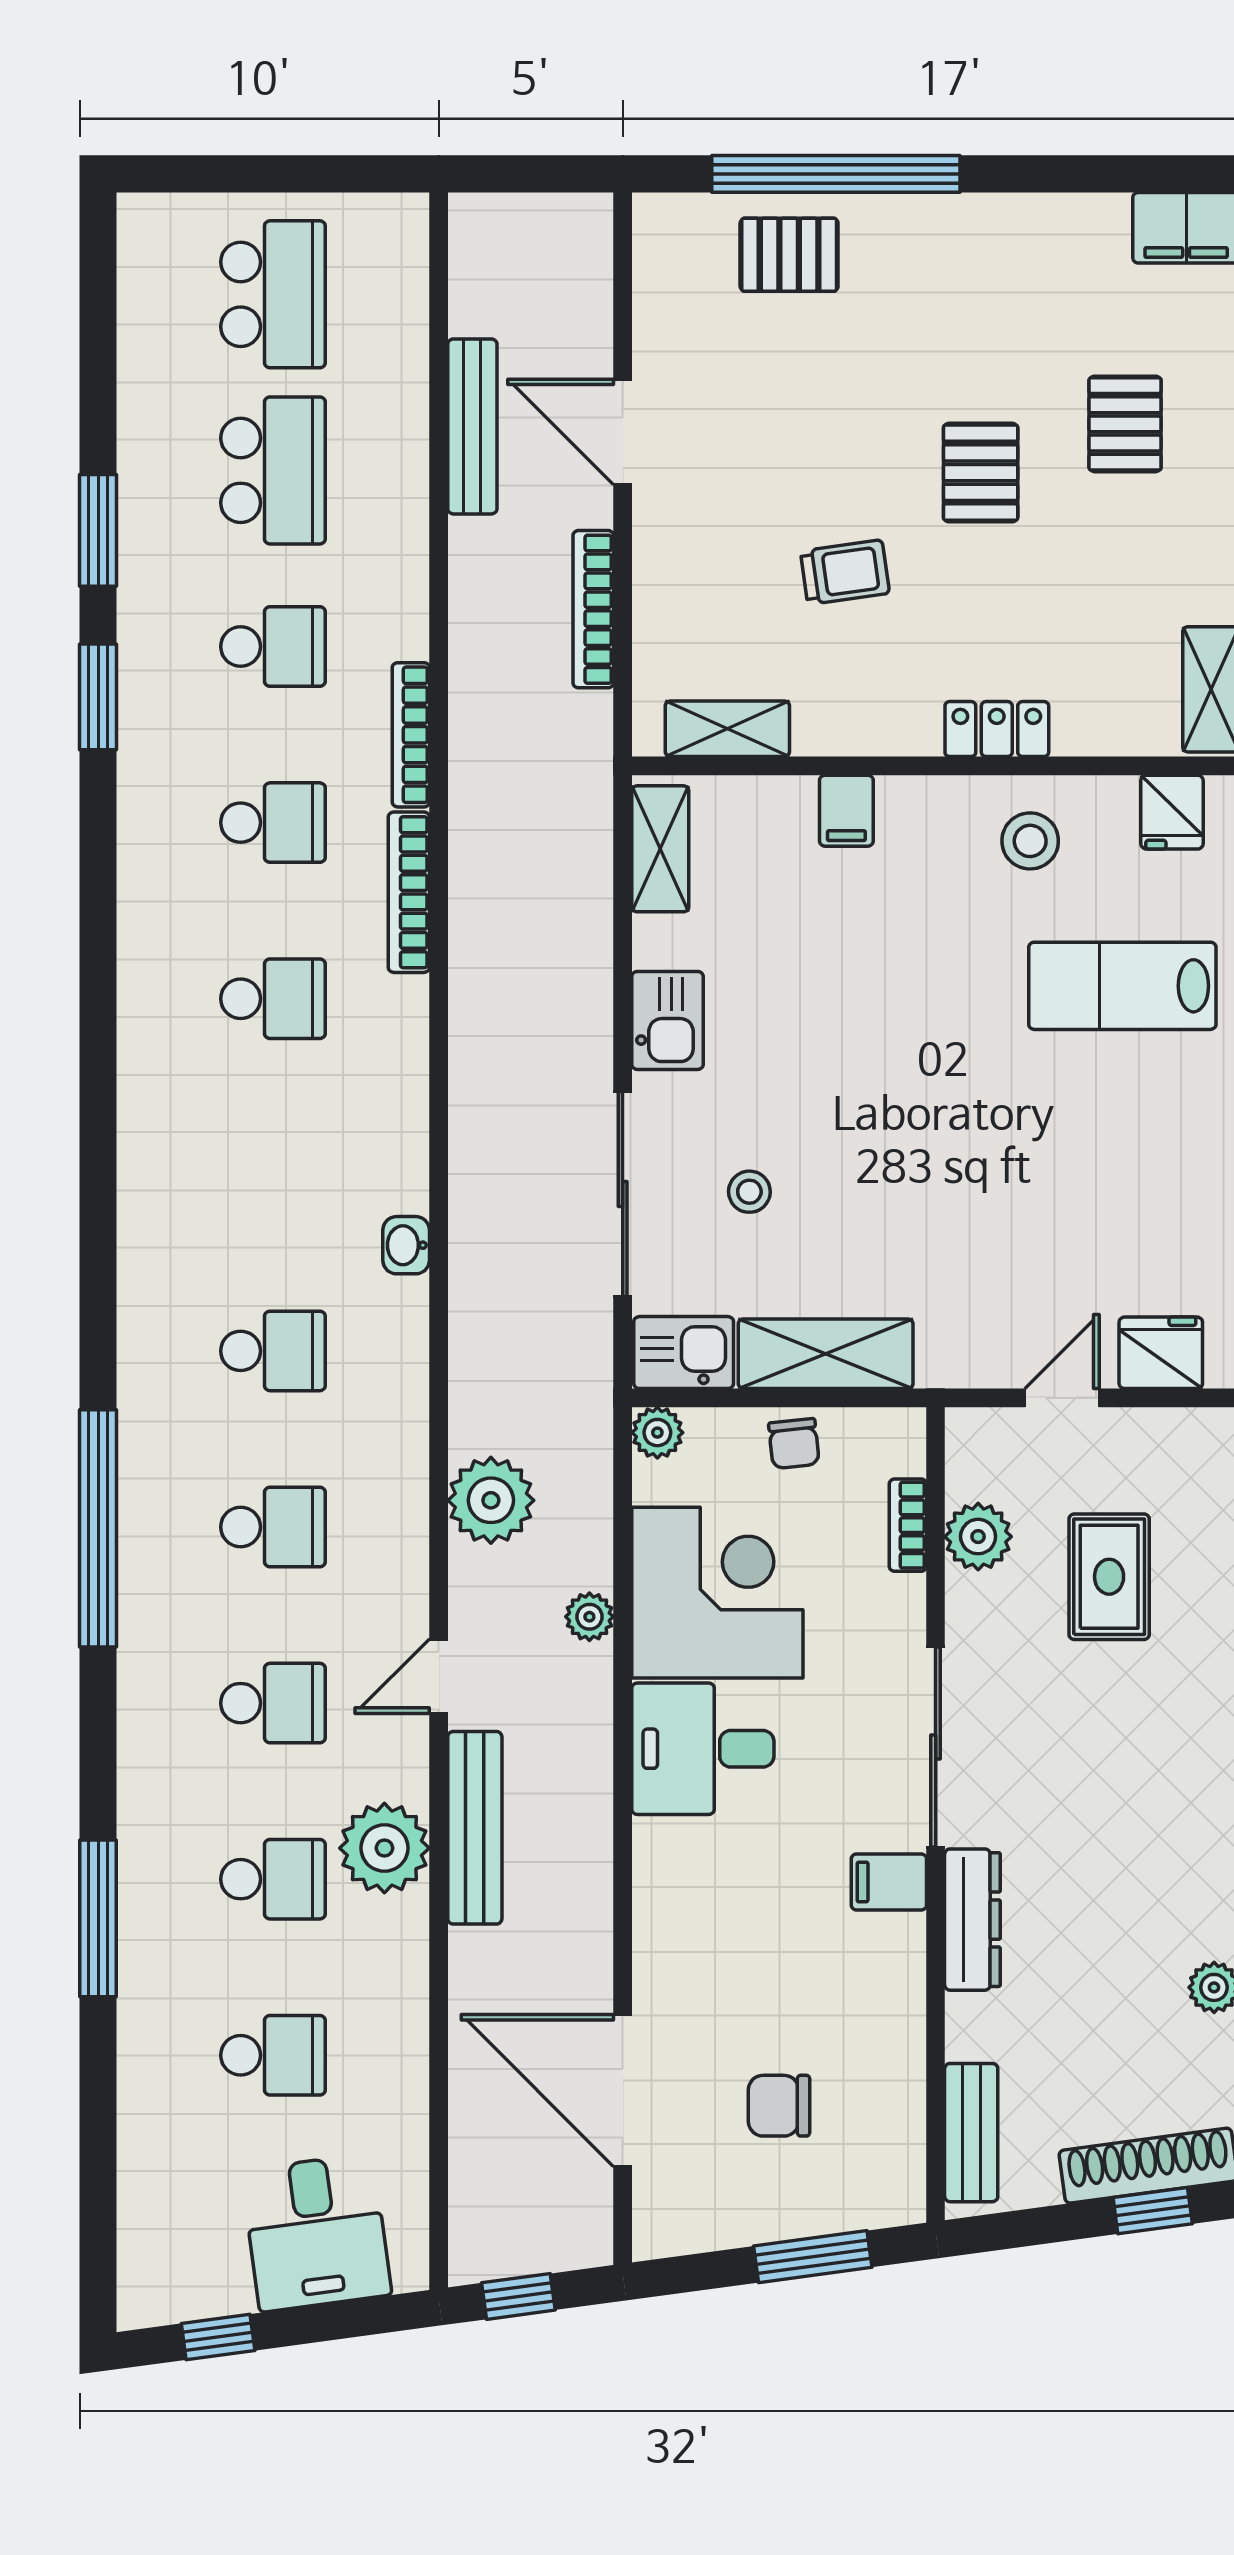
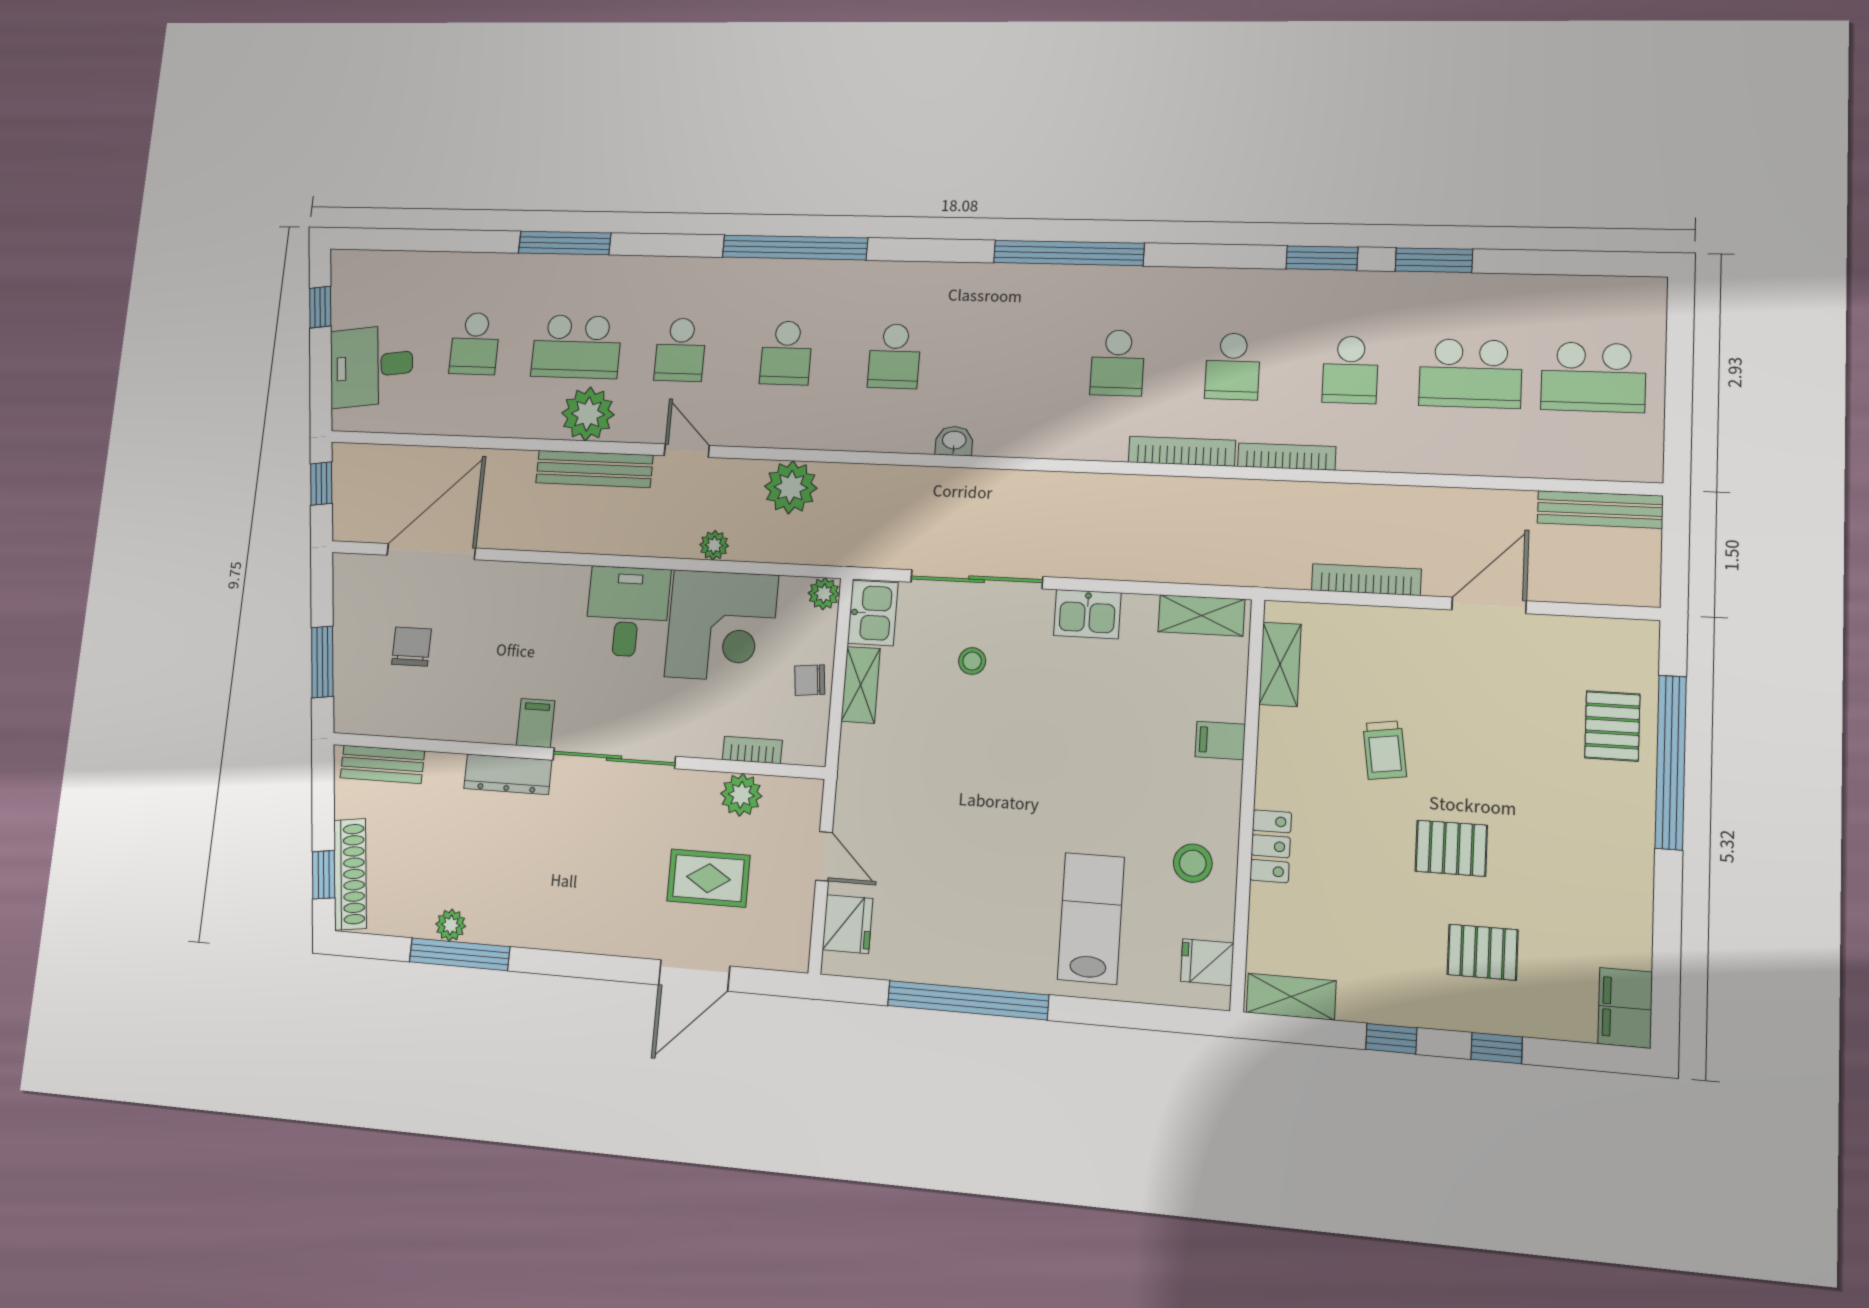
bench: (472, 426) -> (1600, 509), moved
window: (98, 1086) -> (1069, 253), added
shelving: (826, 1354) -> (861, 685), width x0.67, depth x0.75
school desk: (273, 1879) -> (577, 347), width x1.85

